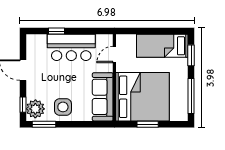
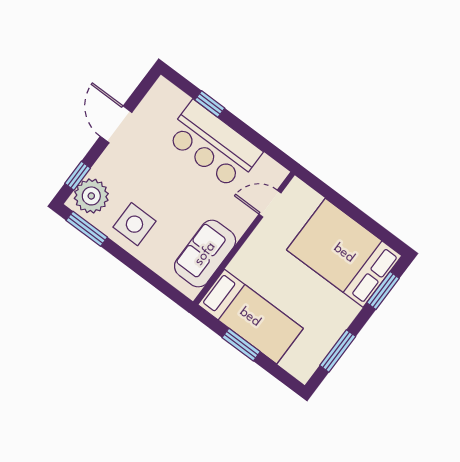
bed: (162, 46) -> (344, 253), width x1.50
window: (191, 96) -> (338, 351), width x0.69
sofa: (103, 97) -> (205, 254), width x0.73
bed: (143, 97) -> (250, 317), width x0.49

